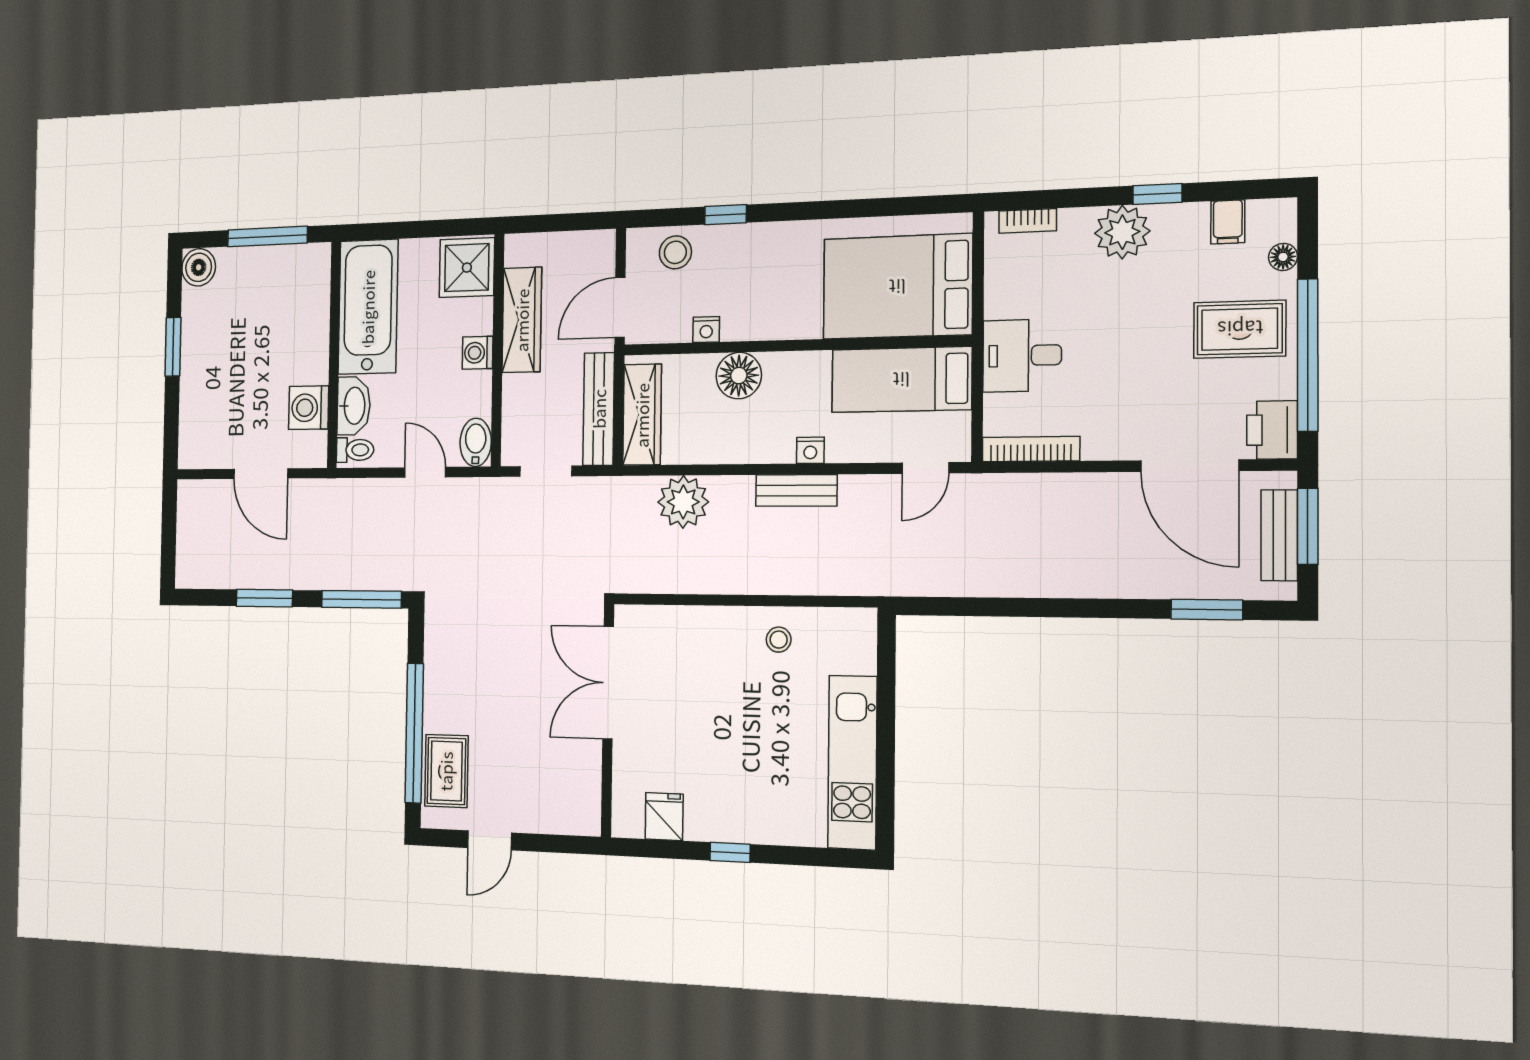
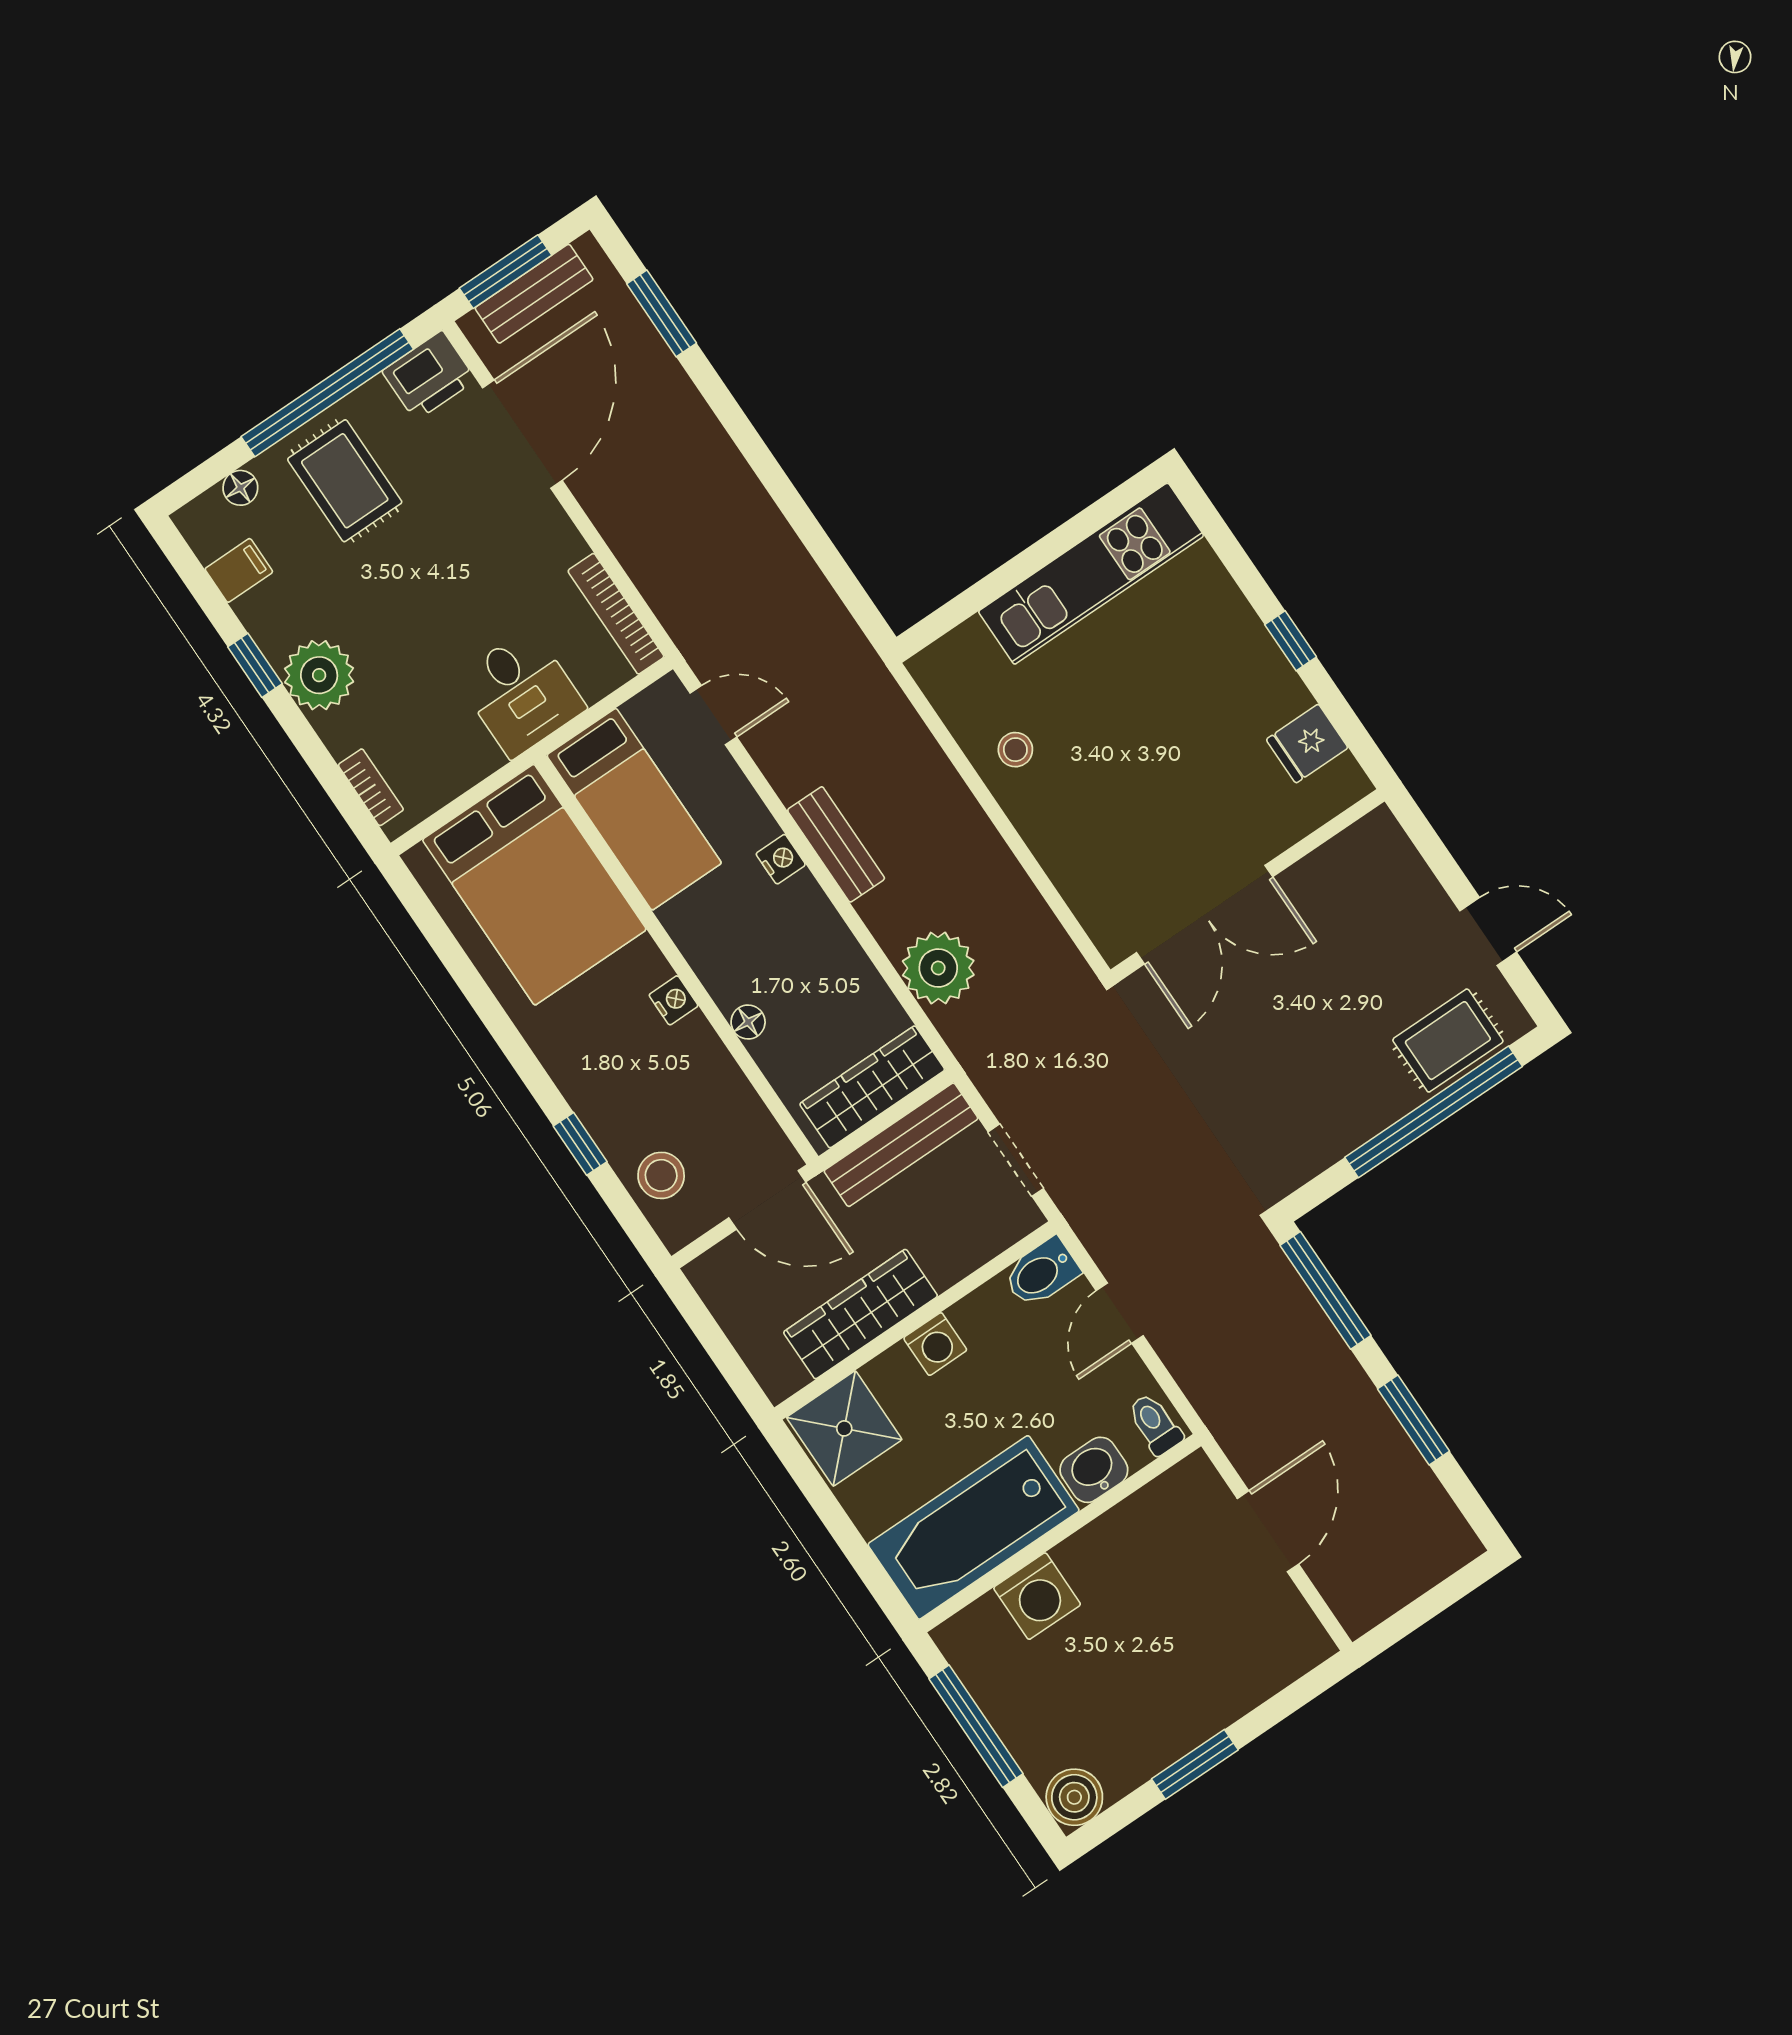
nightstand: (706, 330) -> (674, 1000), moved
floor lamp: (739, 376) -> (748, 1022), width x0.53, depth x0.53
washbasin: (354, 406) -> (1094, 1470), width x0.72
washing machine: (309, 408) -> (1037, 1596), moved

